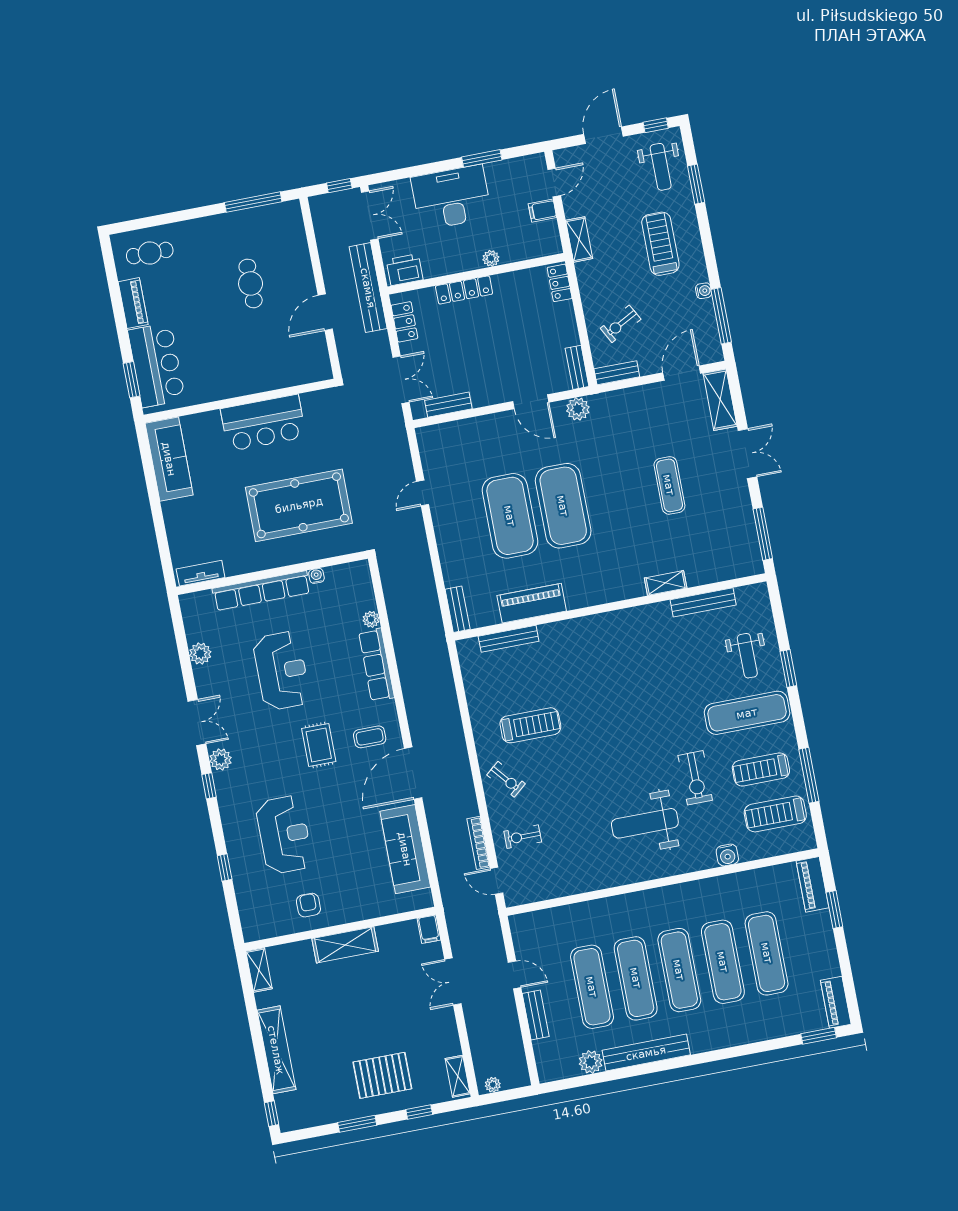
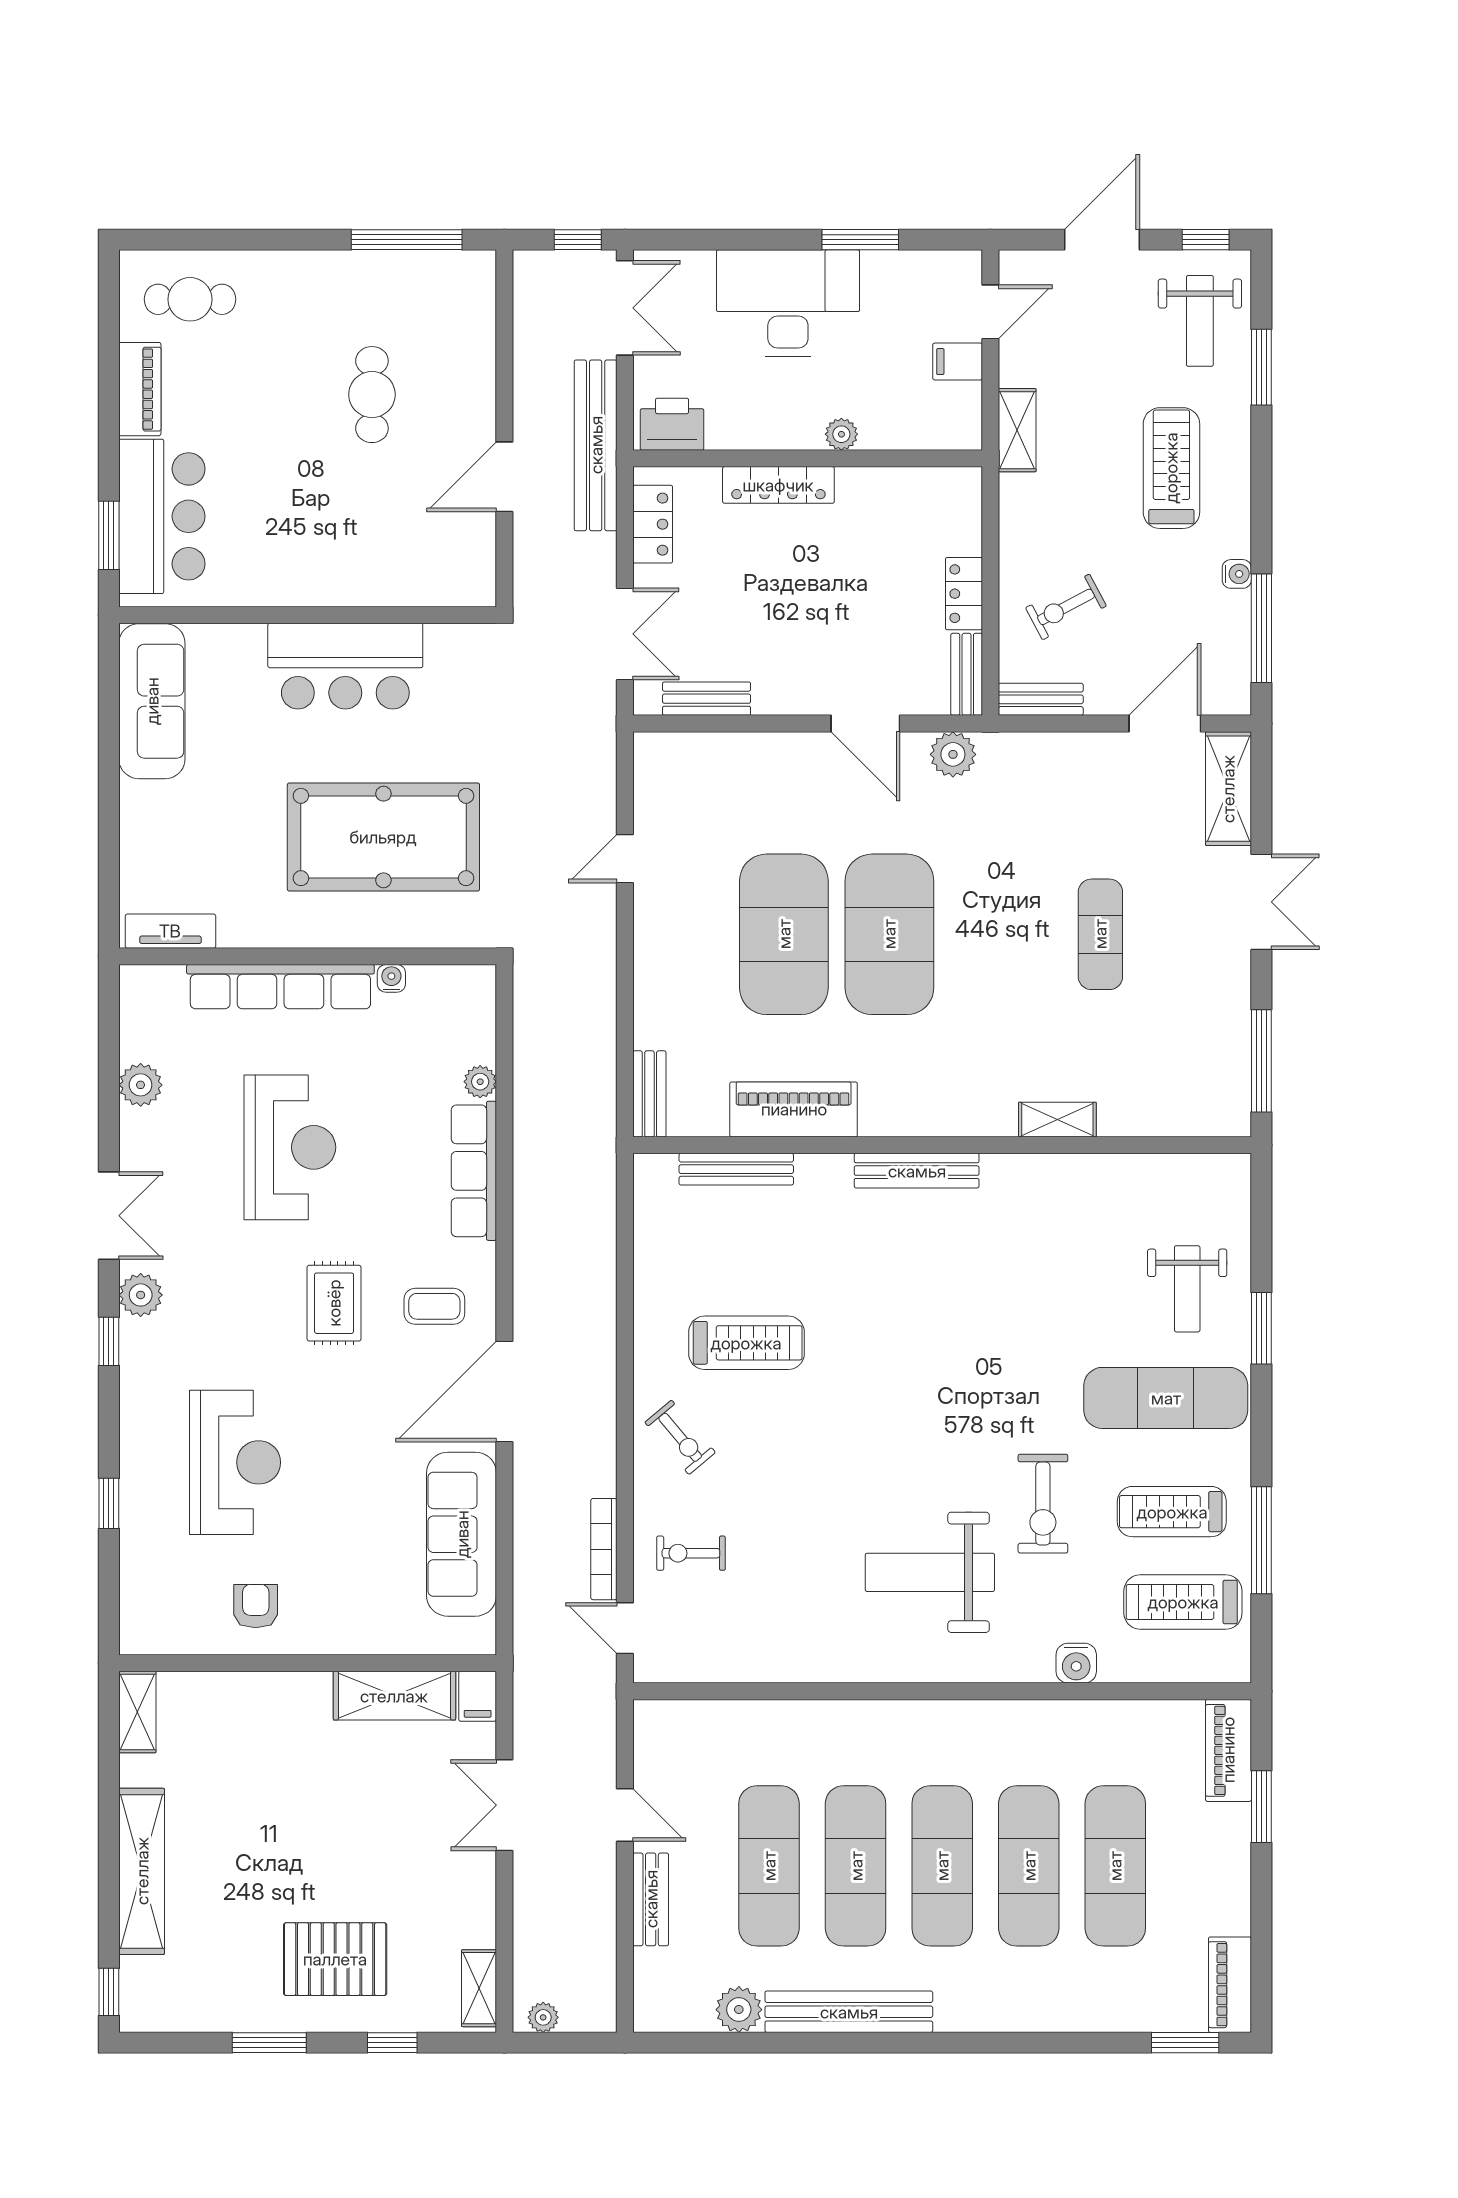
locker: (560, 283) -> (964, 594), moved
bench: (703, 602) -> (917, 1171), moved
shelving: (345, 945) -> (394, 1696), moved

